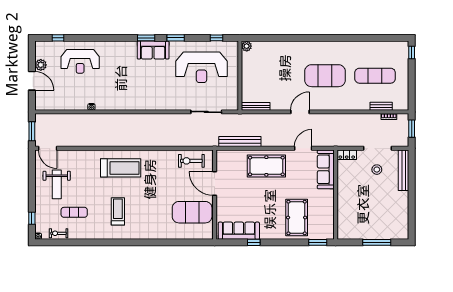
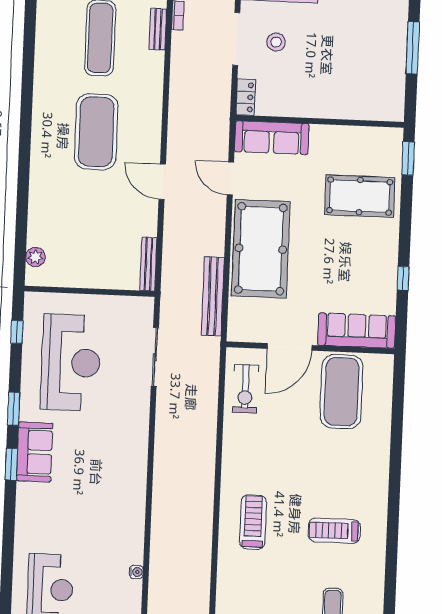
plant: (247, 46) -> (35, 257), moved
pool table: (266, 166) -> (261, 249), width x1.36, depth x1.32
treadmill: (121, 168) -> (253, 522), width x0.73, depth x0.73
sofa: (239, 231) -> (357, 331), moved, turned 90

